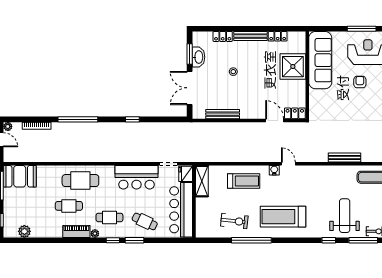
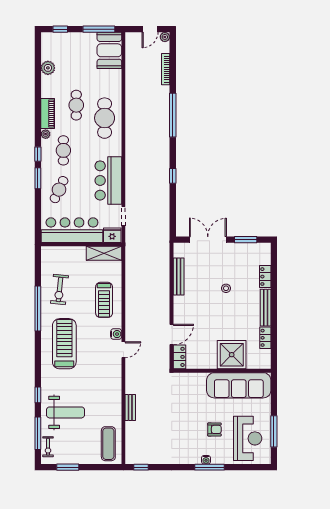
washbasin: (198, 57) -> (242, 250), removed
bench: (344, 158) -> (130, 407), width x0.73
plant: (24, 231) -> (48, 68), moved

